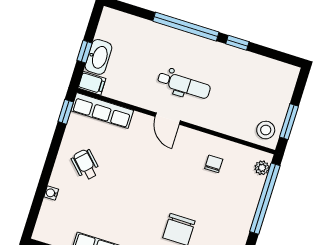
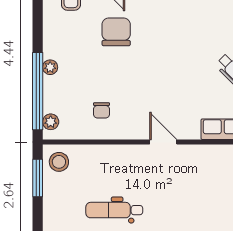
dental chair: (184, 85) -> (114, 210), moved
plant: (247, 216) -> (50, 67), added

